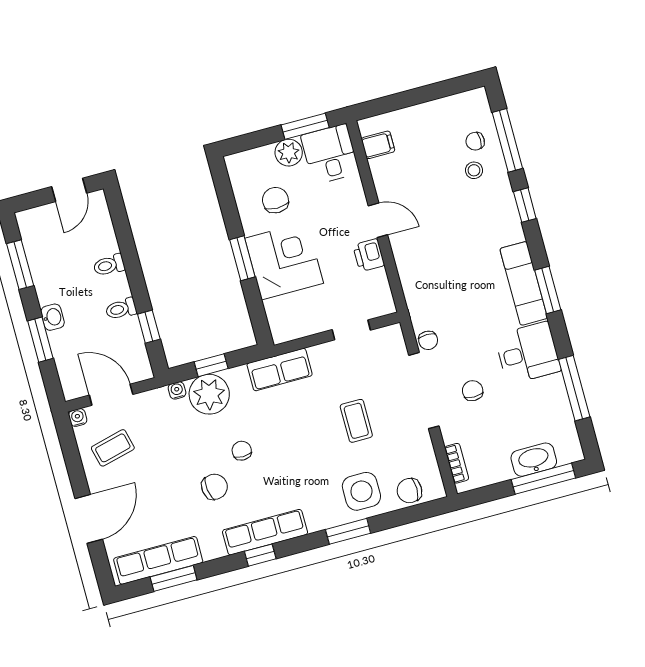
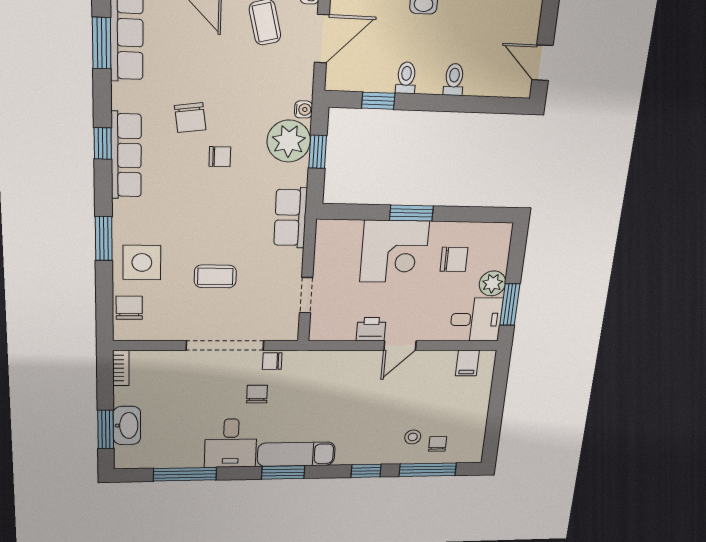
chair: (473, 391) -> (257, 394), moved, turned -90
bookcase: (457, 463) -> (121, 368), moved, turned -90
window: (543, 479) -> (106, 429), width x0.69

